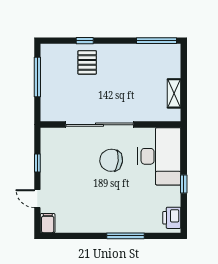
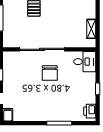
desk: (159, 156) -> (85, 62), width x0.53, depth x0.77
chair: (111, 160) -> (50, 73), turned -96

